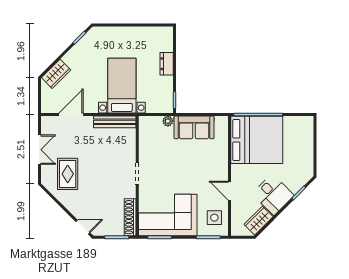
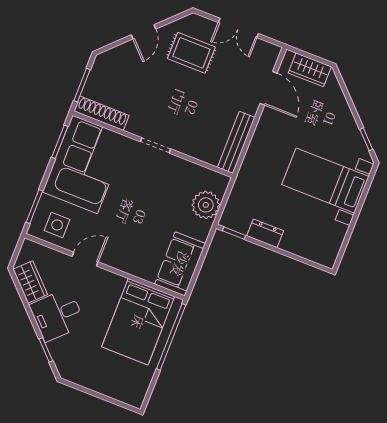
dresser: (167, 64) -> (265, 233), moved
wardrobe: (56, 74) -> (310, 70), moved, turned -45
bed with nightstands: (122, 86) -> (325, 181), moved, turned 180
plant: (168, 121) -> (206, 205), width x1.88, depth x1.88
sofa: (194, 127) -> (180, 264), moved
bed: (257, 140) -> (138, 322), width x0.73
door: (83, 227) -> (144, 32), moved

